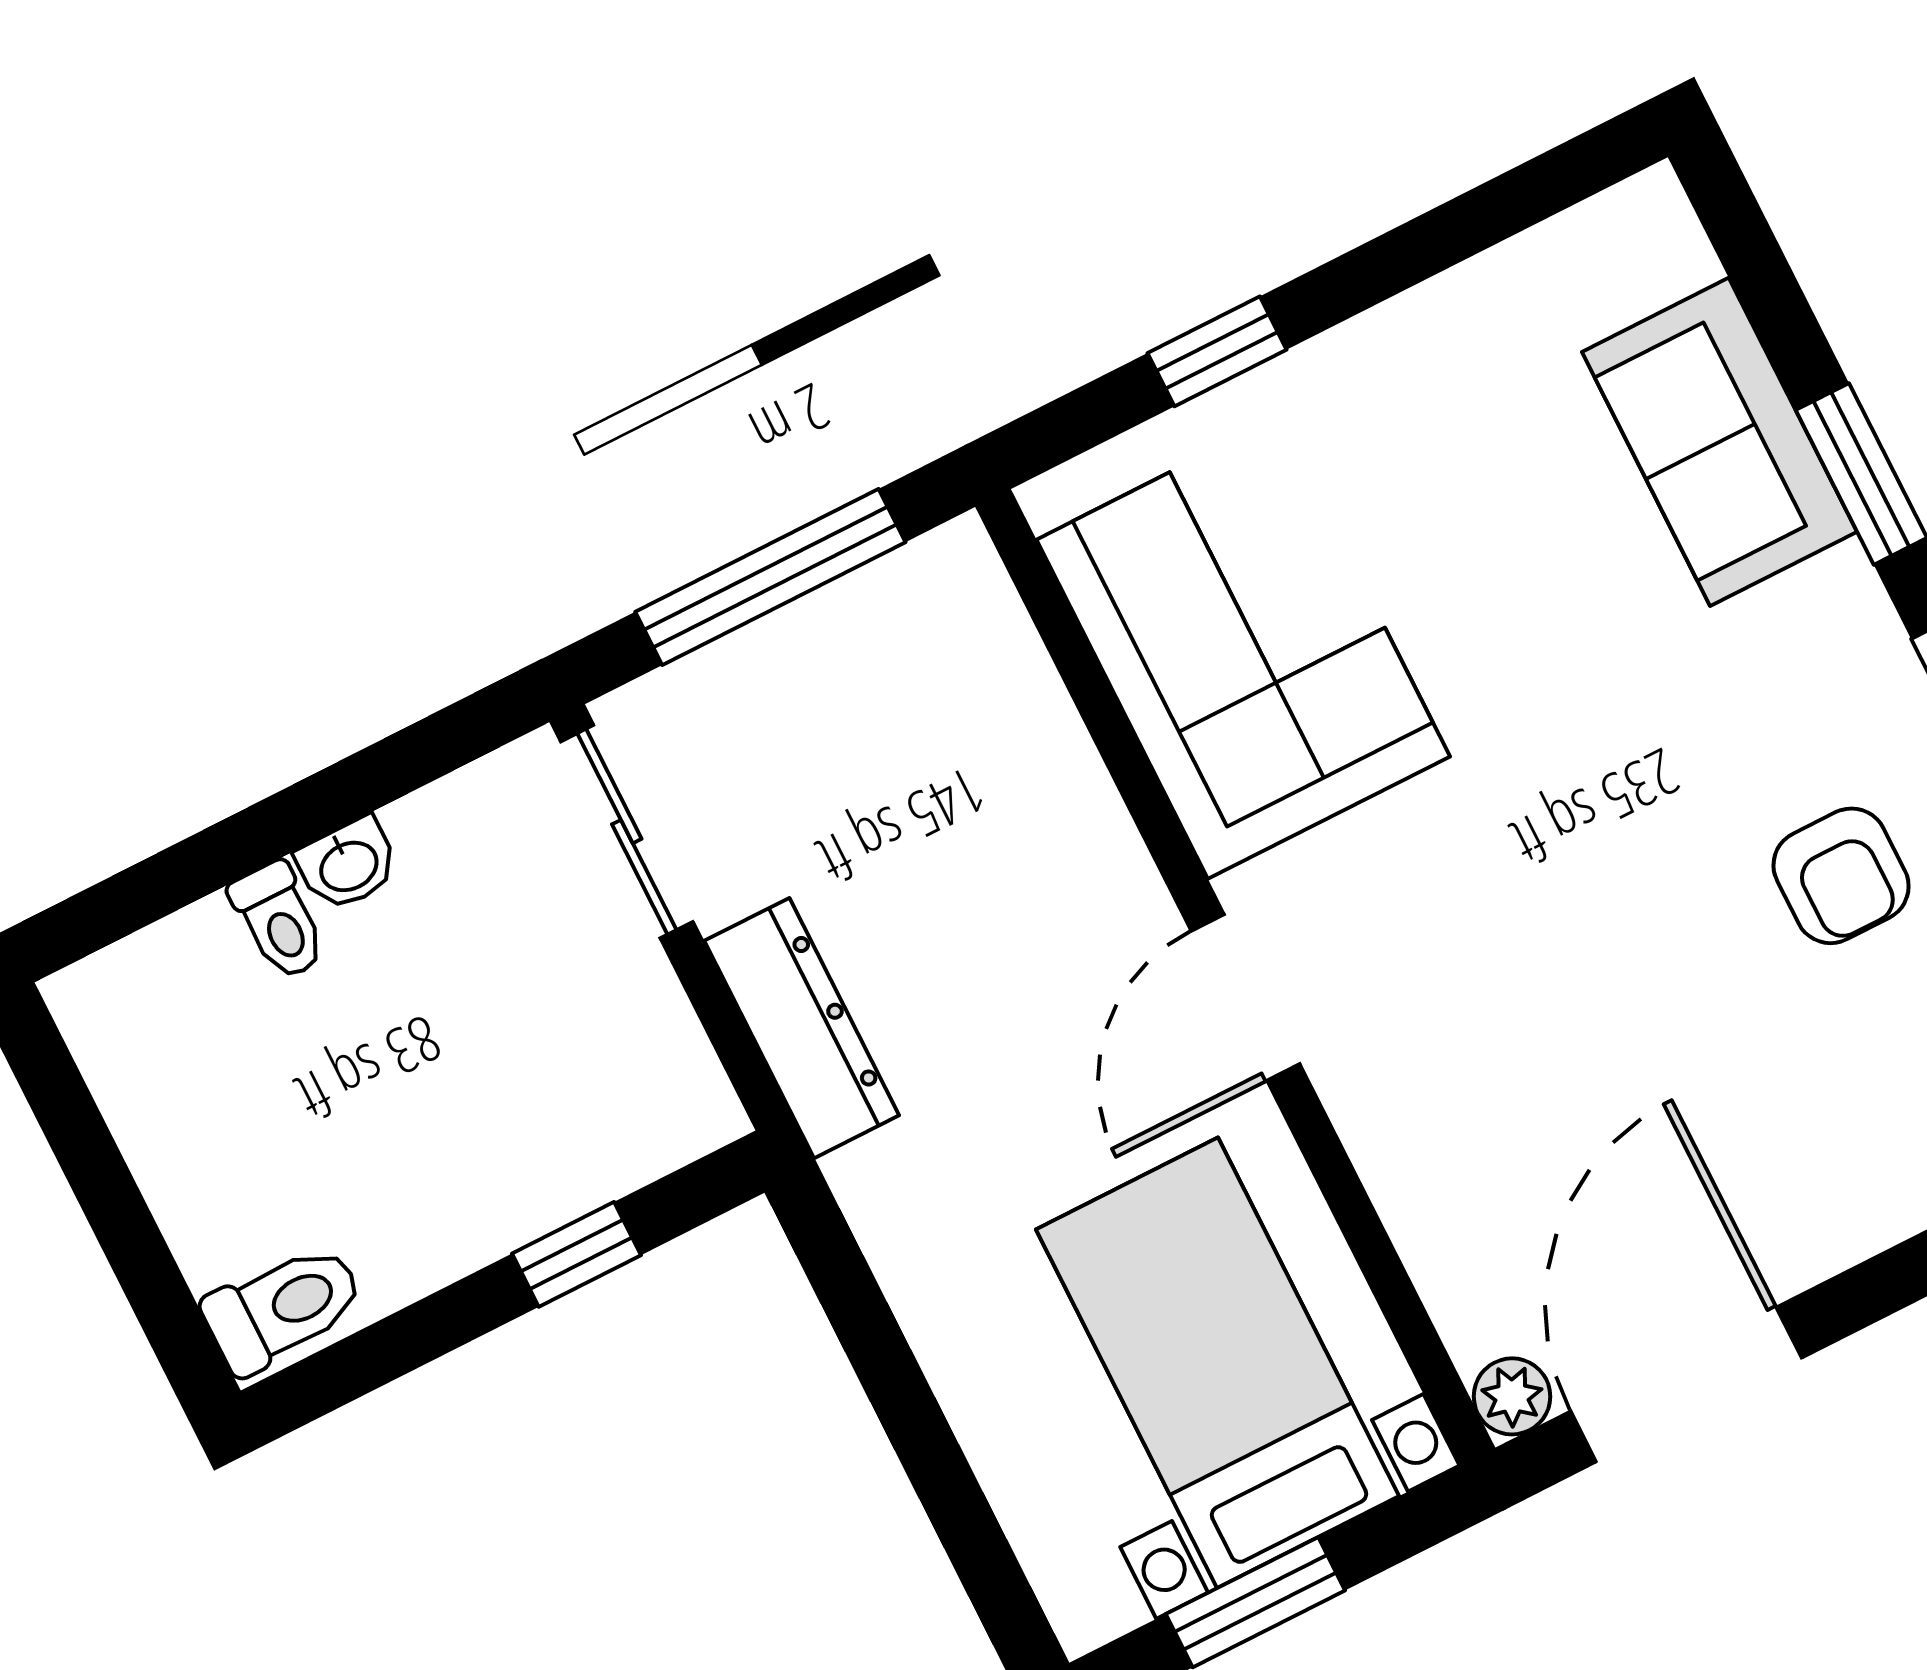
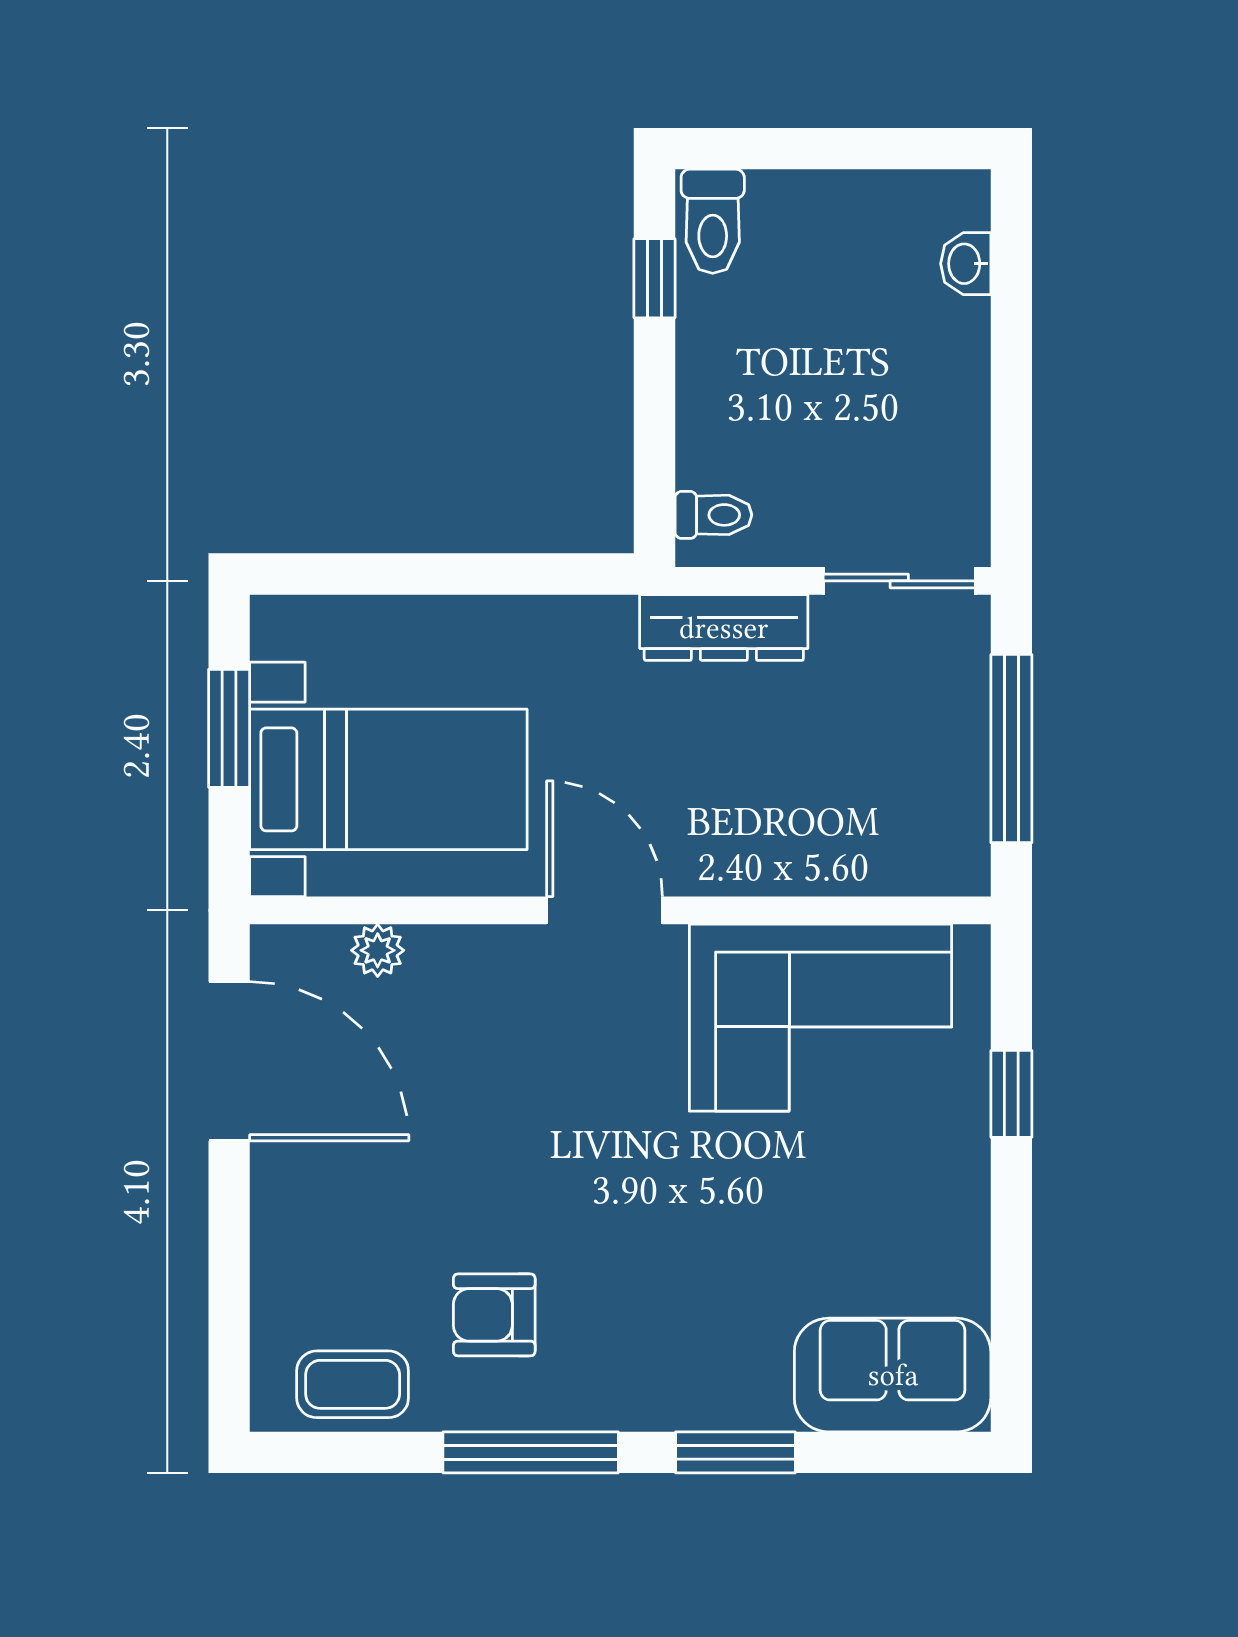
sofa: (1719, 442) -> (893, 1375), moved
washbasin: (348, 864) -> (966, 264), moved
toilet: (279, 921) -> (713, 515), moved, turned 180
window: (576, 1254) -> (655, 278), moved
plant: (1512, 1396) -> (378, 950), moved

